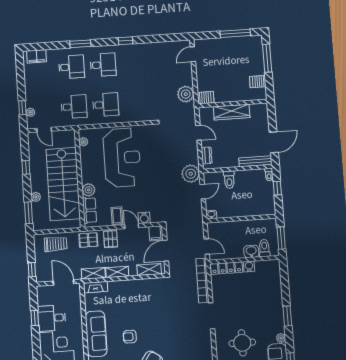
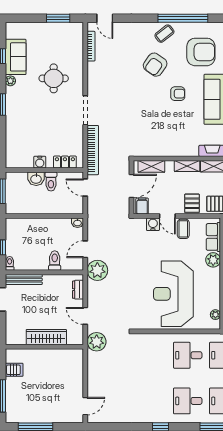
plant: (186, 94) -> (97, 342), moved
server rack: (206, 98) -> (74, 355), removed
toilet: (264, 248) -> (51, 182), moved
locker: (227, 268) -> (65, 162), width x0.66

